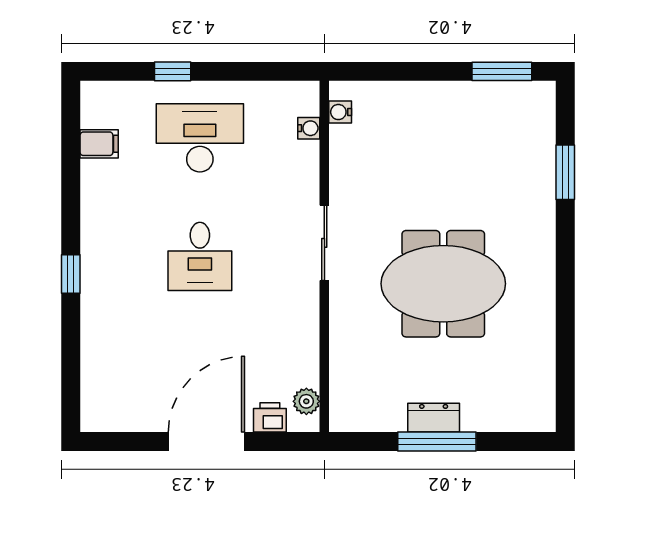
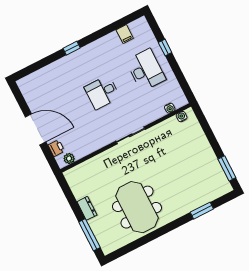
meeting table: (443, 284) -> (137, 207), moved
window: (437, 441) -> (89, 235), moved

